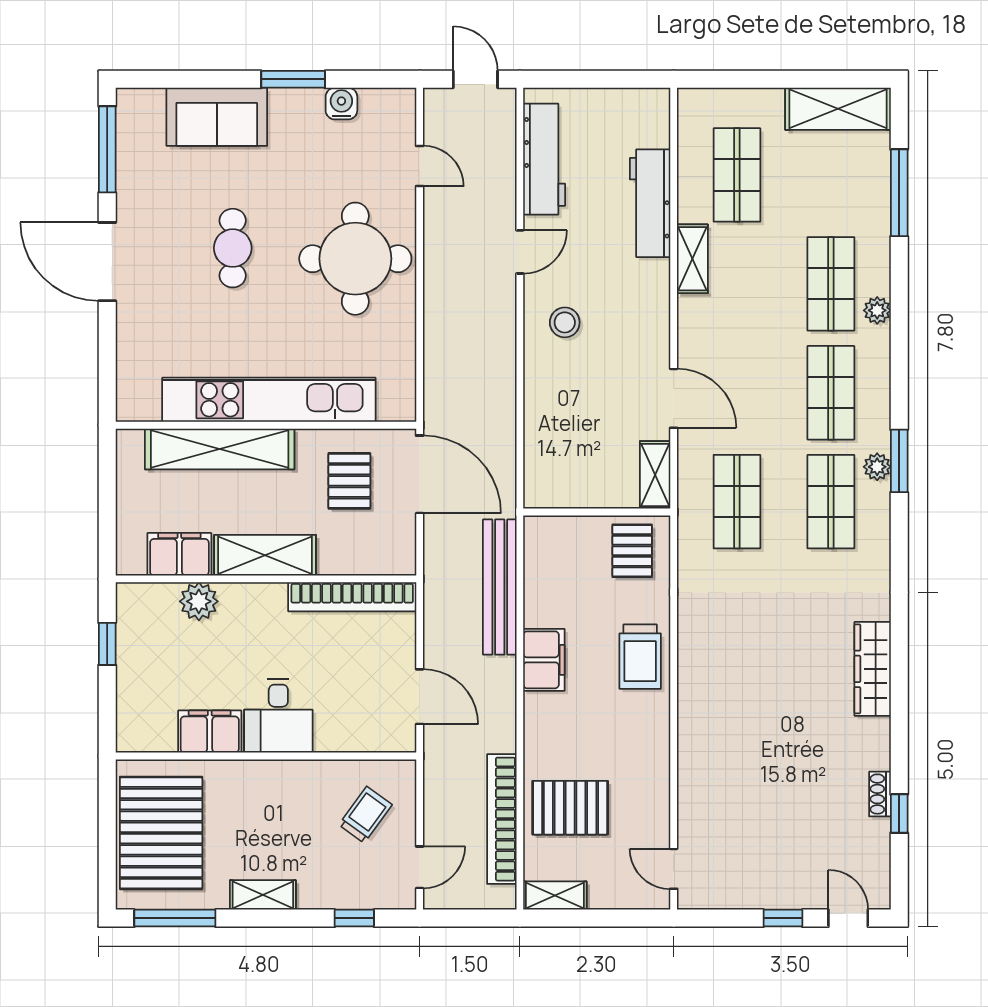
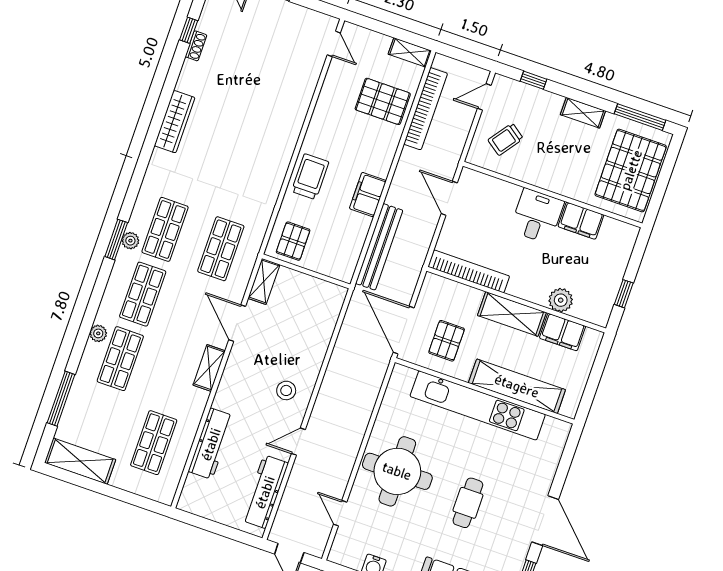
shelving: (692, 259) -> (209, 368), moved

